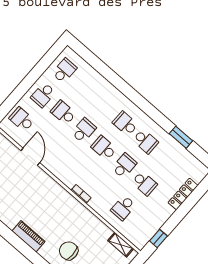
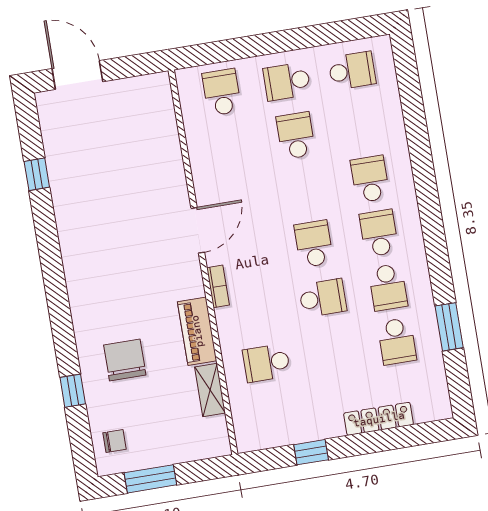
school desk: (84, 130) -> (370, 179), moved, turned -90
door: (30, 157) -> (198, 230), moved
school desk: (144, 183) -> (397, 341), moved
piano: (28, 236) -> (197, 331), moved, turned 180
window: (158, 238) -> (311, 452), moved
shelving: (121, 245) -> (210, 390), moved

